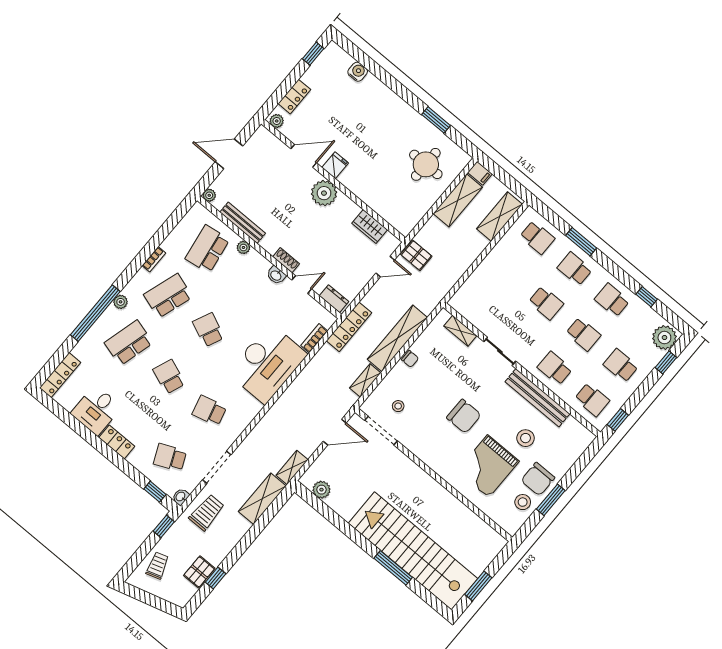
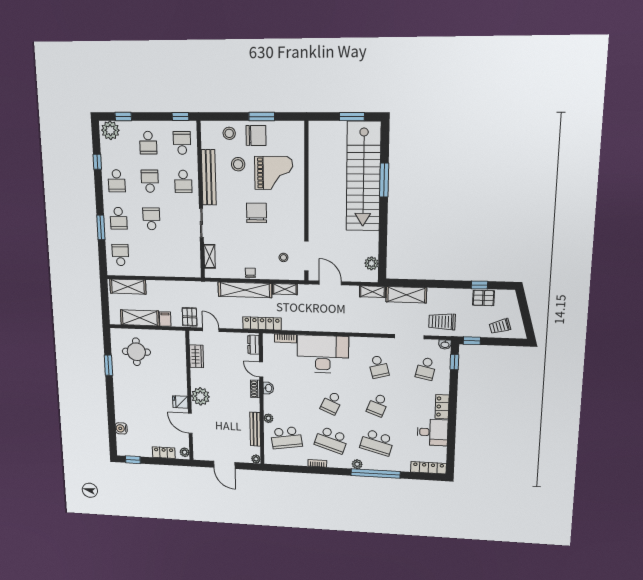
filing cabinet: (480, 173) -> (165, 319), moved
school desk: (170, 458) -> (426, 369), turned 36
stool: (523, 502) -> (229, 133), moved

